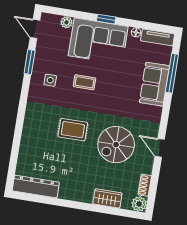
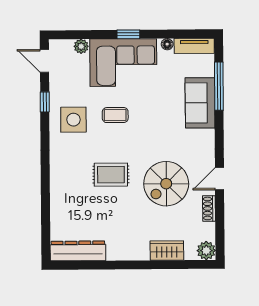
window: (30, 62) -> (45, 102), width x0.67
side table: (50, 80) -> (73, 120), width x1.87, depth x1.87
door: (160, 148) -> (220, 179), hinge flipped
shoe rack: (145, 185) -> (209, 208), moved

